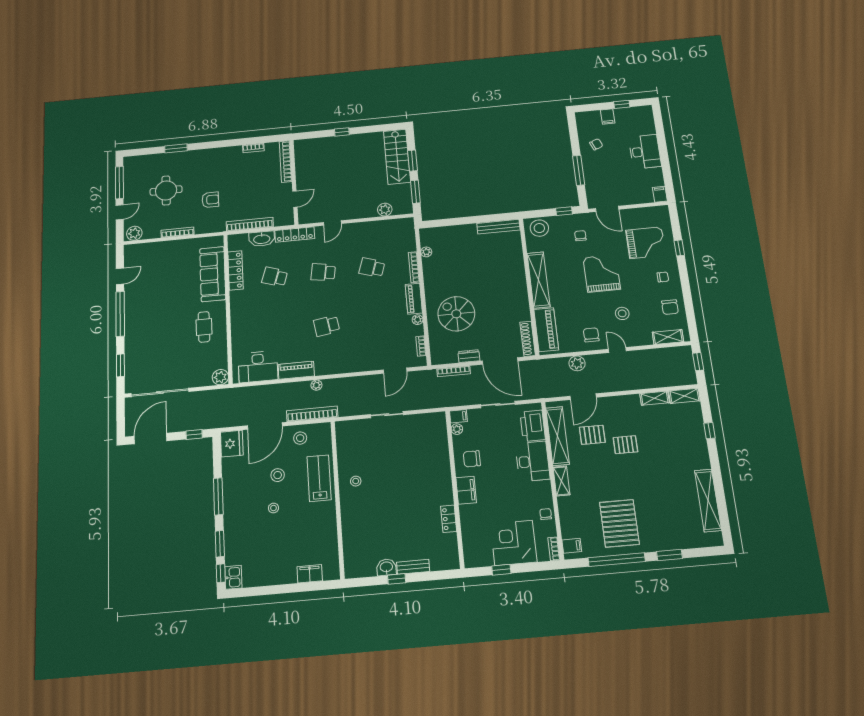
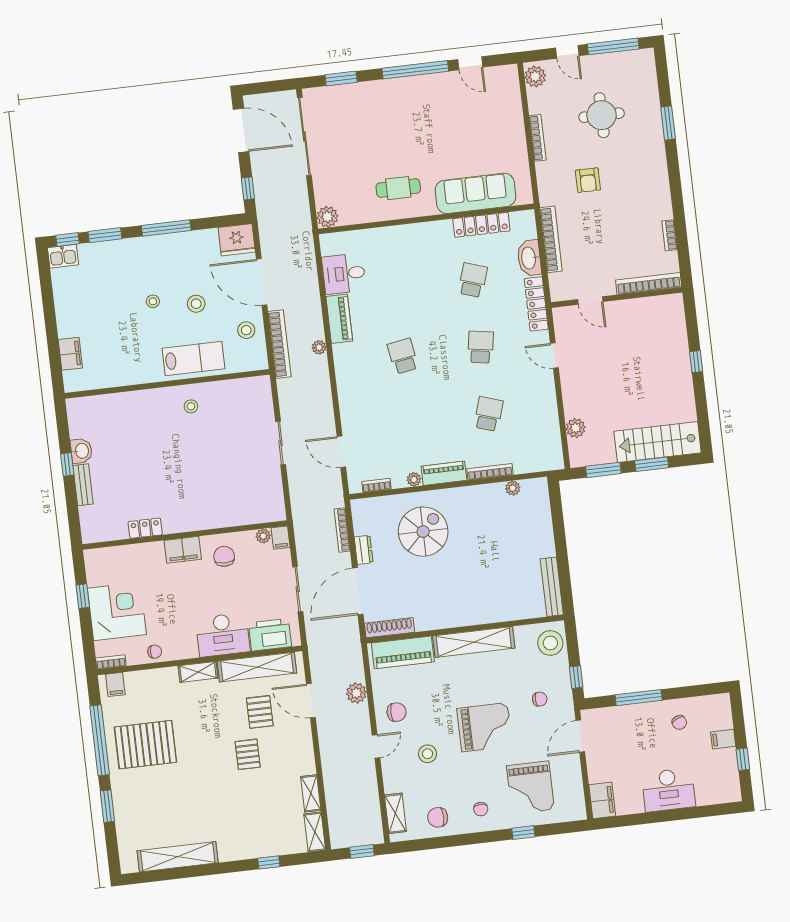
filing cabinet: (660, 194) -> (602, 800), width x2.00
desk: (258, 367) -> (344, 274), width x0.73

